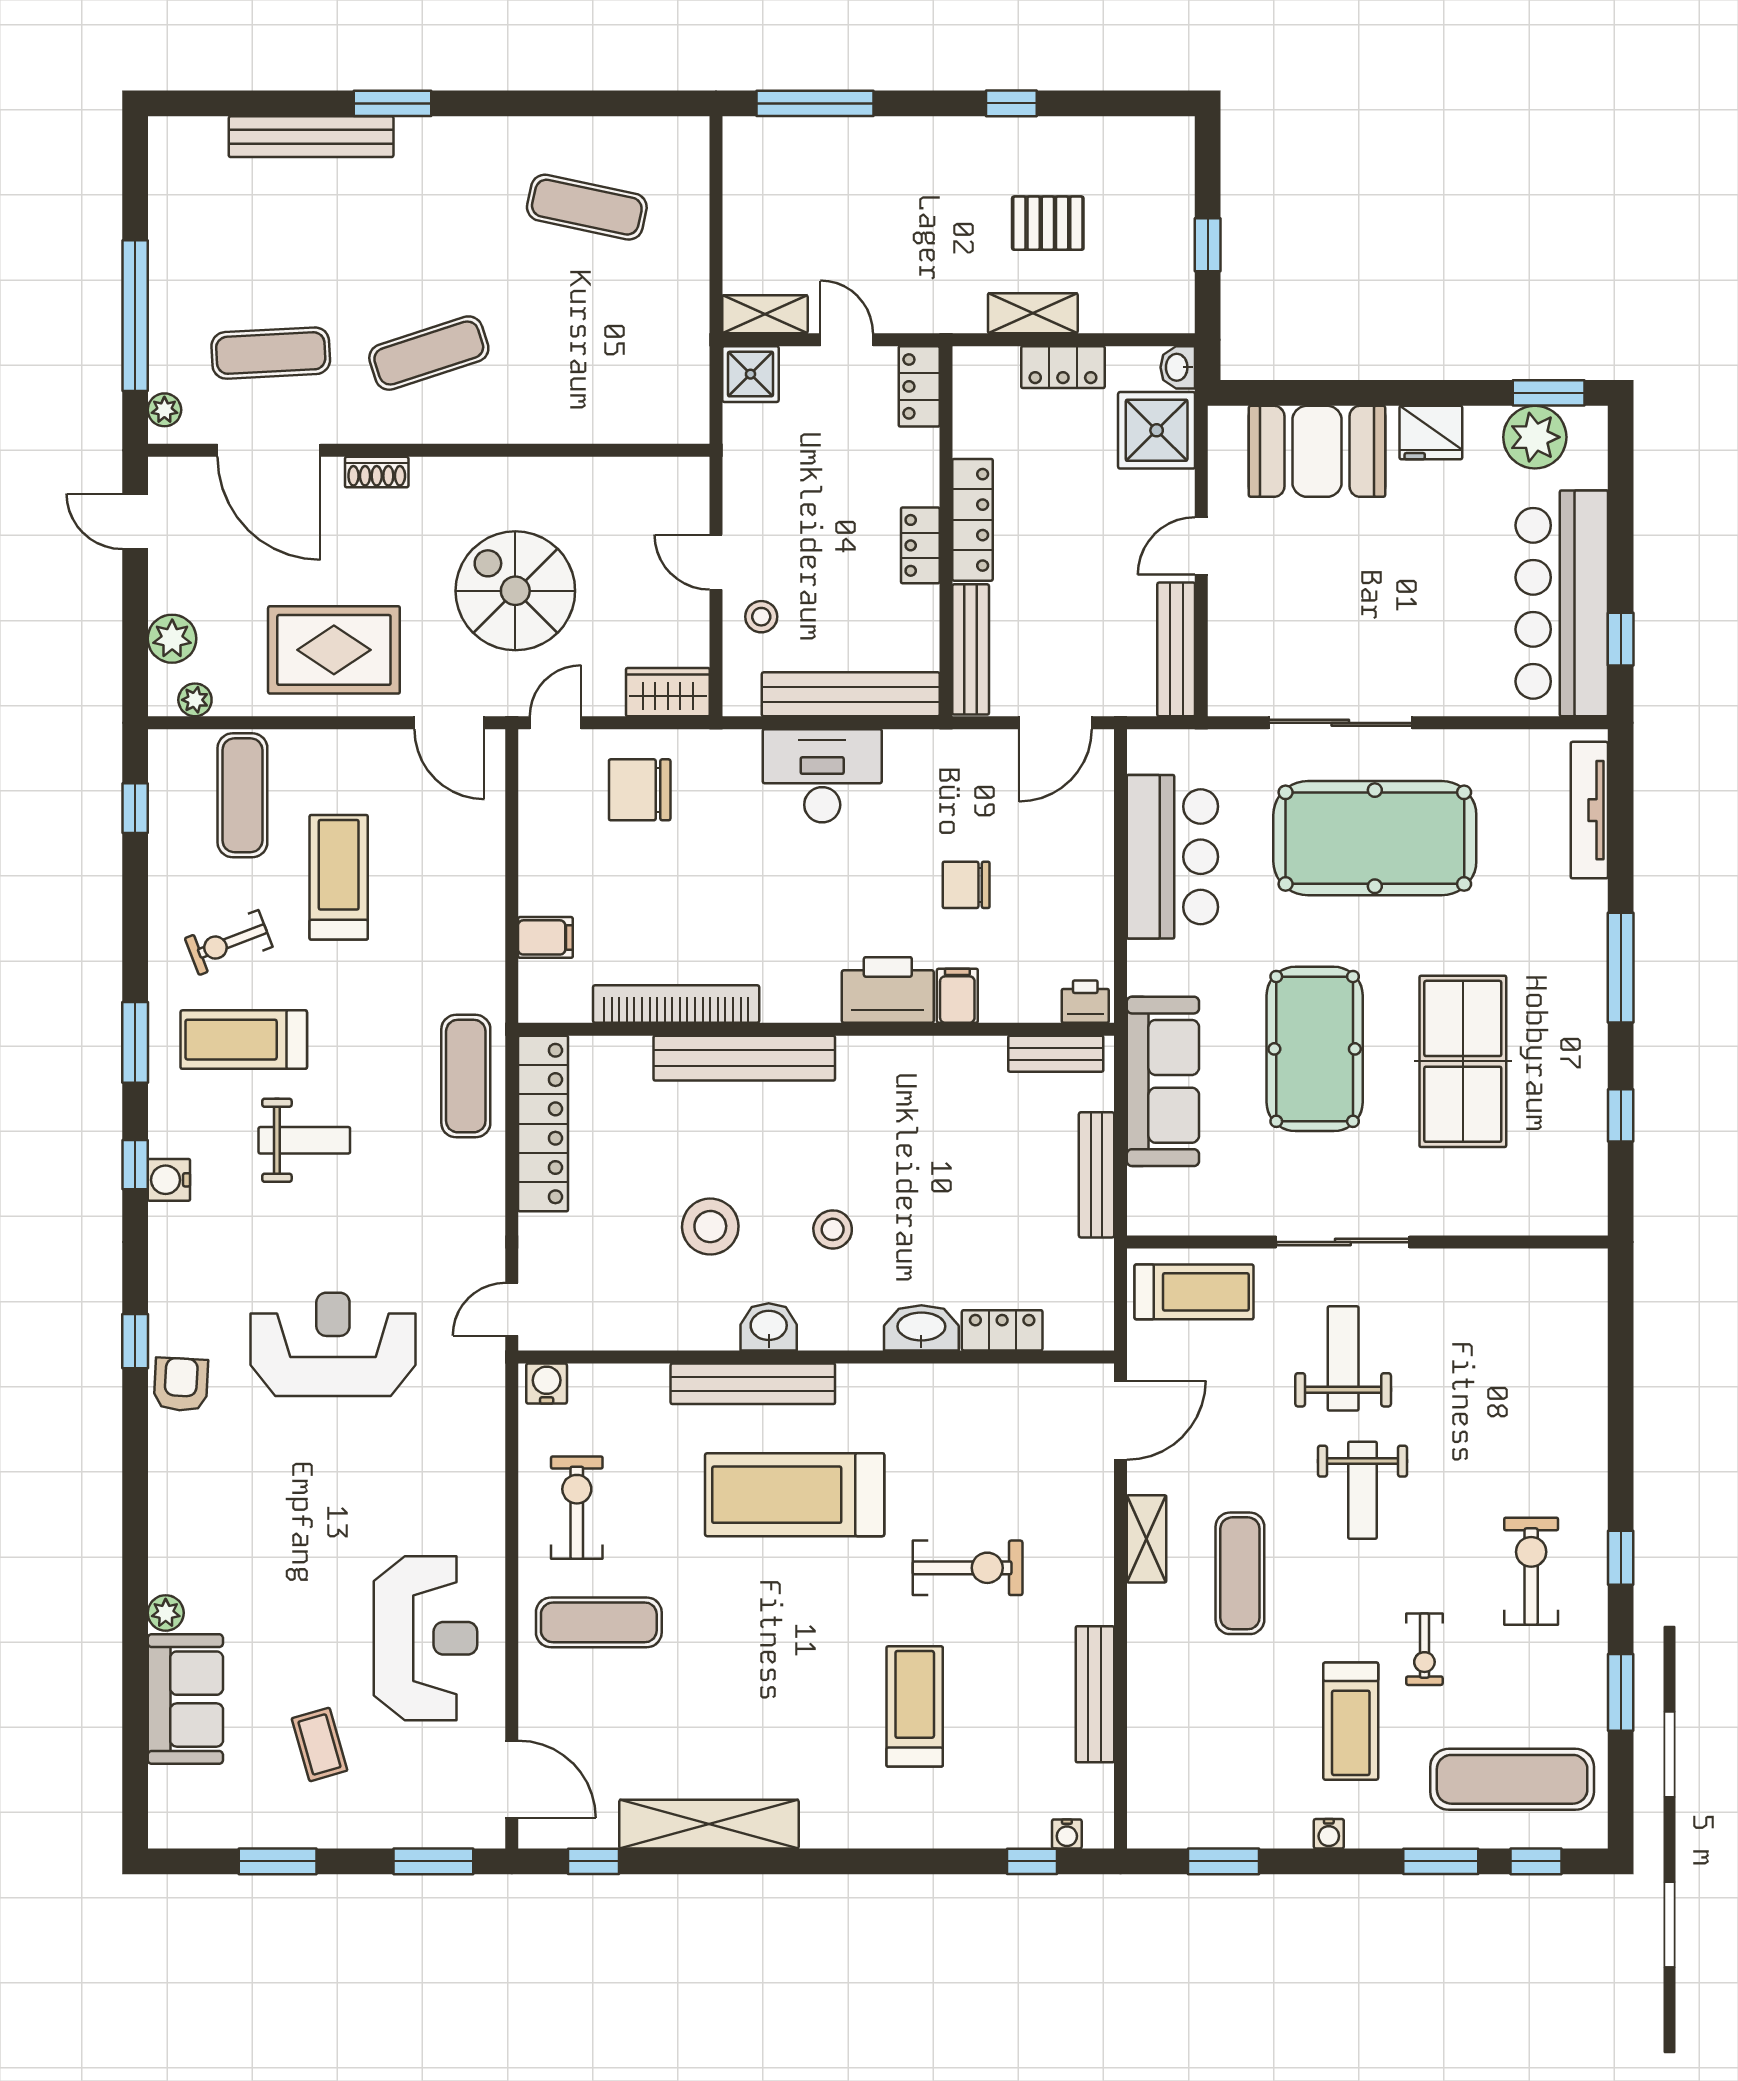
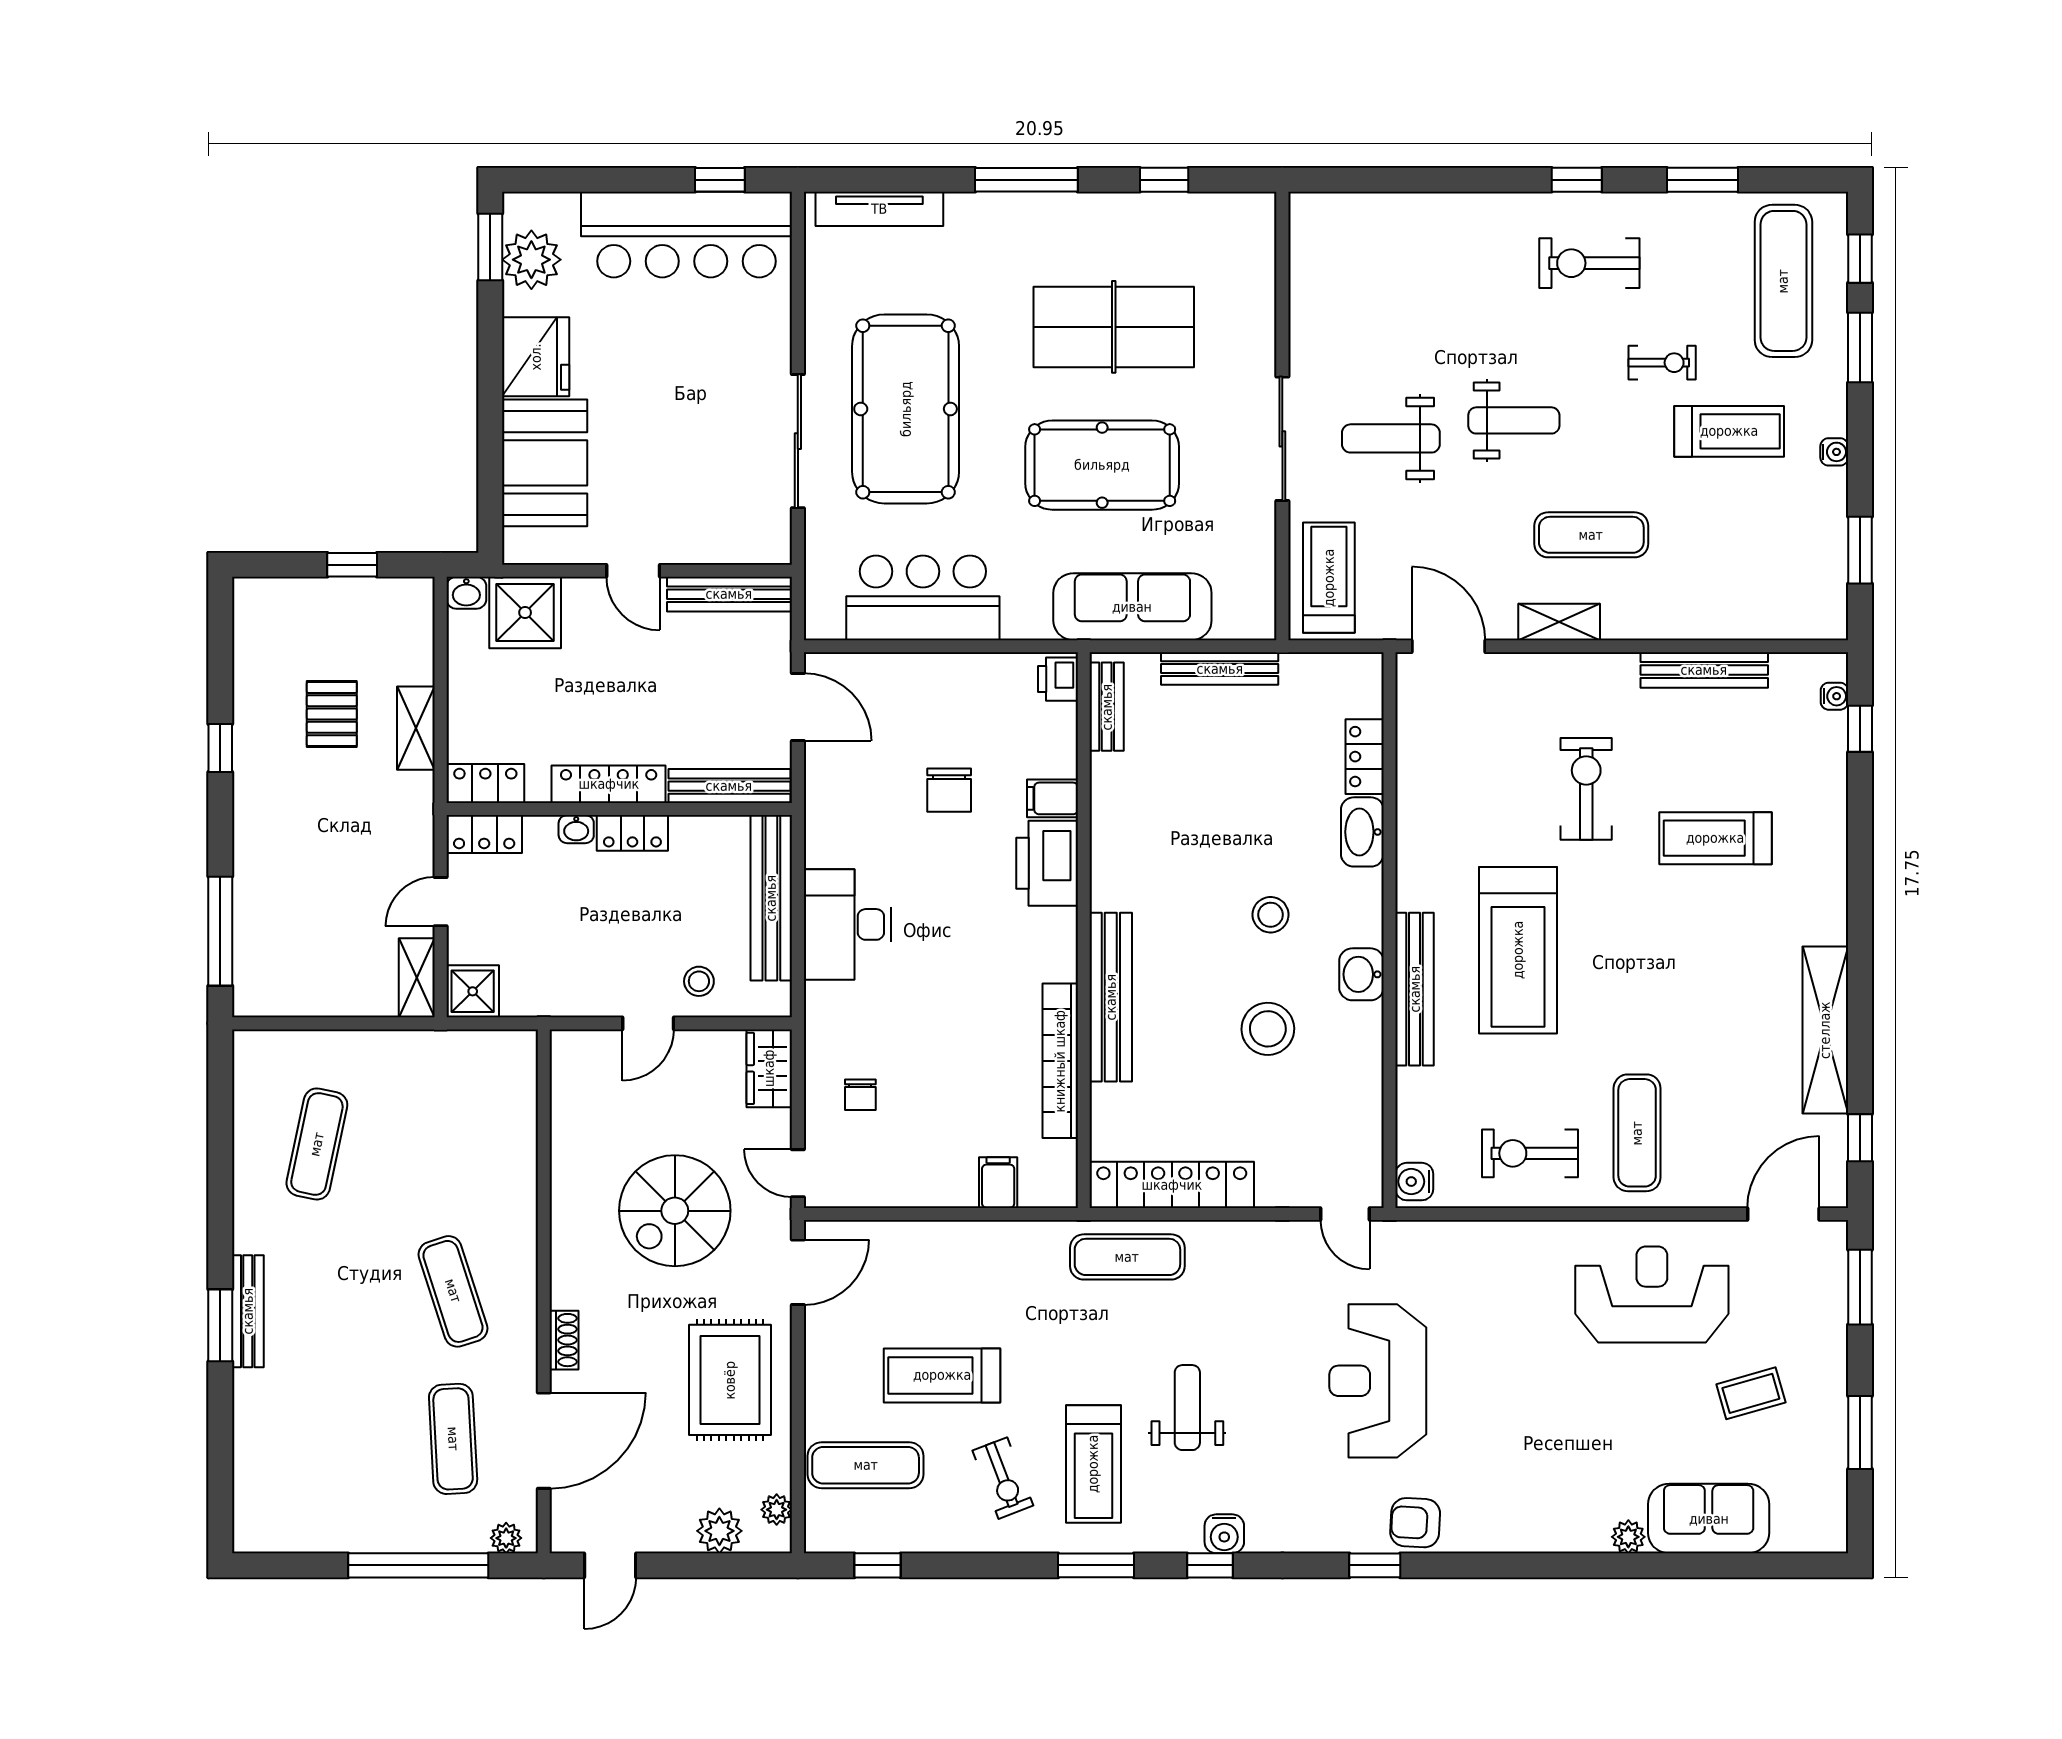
bench: (311, 137) -> (248, 1311), moved, width x0.73, depth x0.82
locker: (1063, 367) -> (485, 783), moved, turned -90
fridge: (1431, 433) -> (536, 357), width x1.36, depth x1.34
washbasin: (924, 485) -> (576, 829), added
chair: (640, 790) -> (860, 1095), width x0.54, depth x0.54

